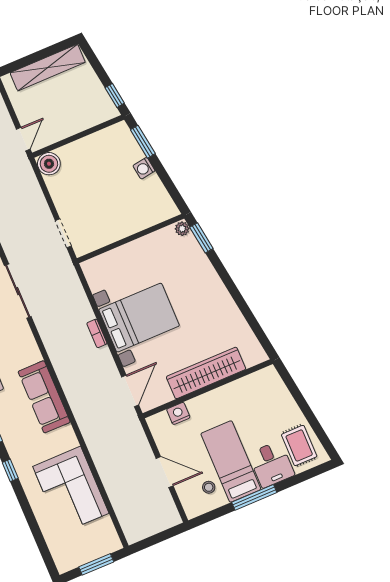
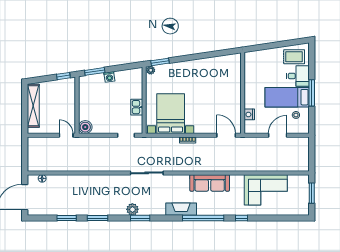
kitchen sink: (115, 231) -> (137, 107), added
bed with nightstands: (139, 318) -> (171, 114), moved
wardrobe: (206, 373) -> (234, 90), removed

